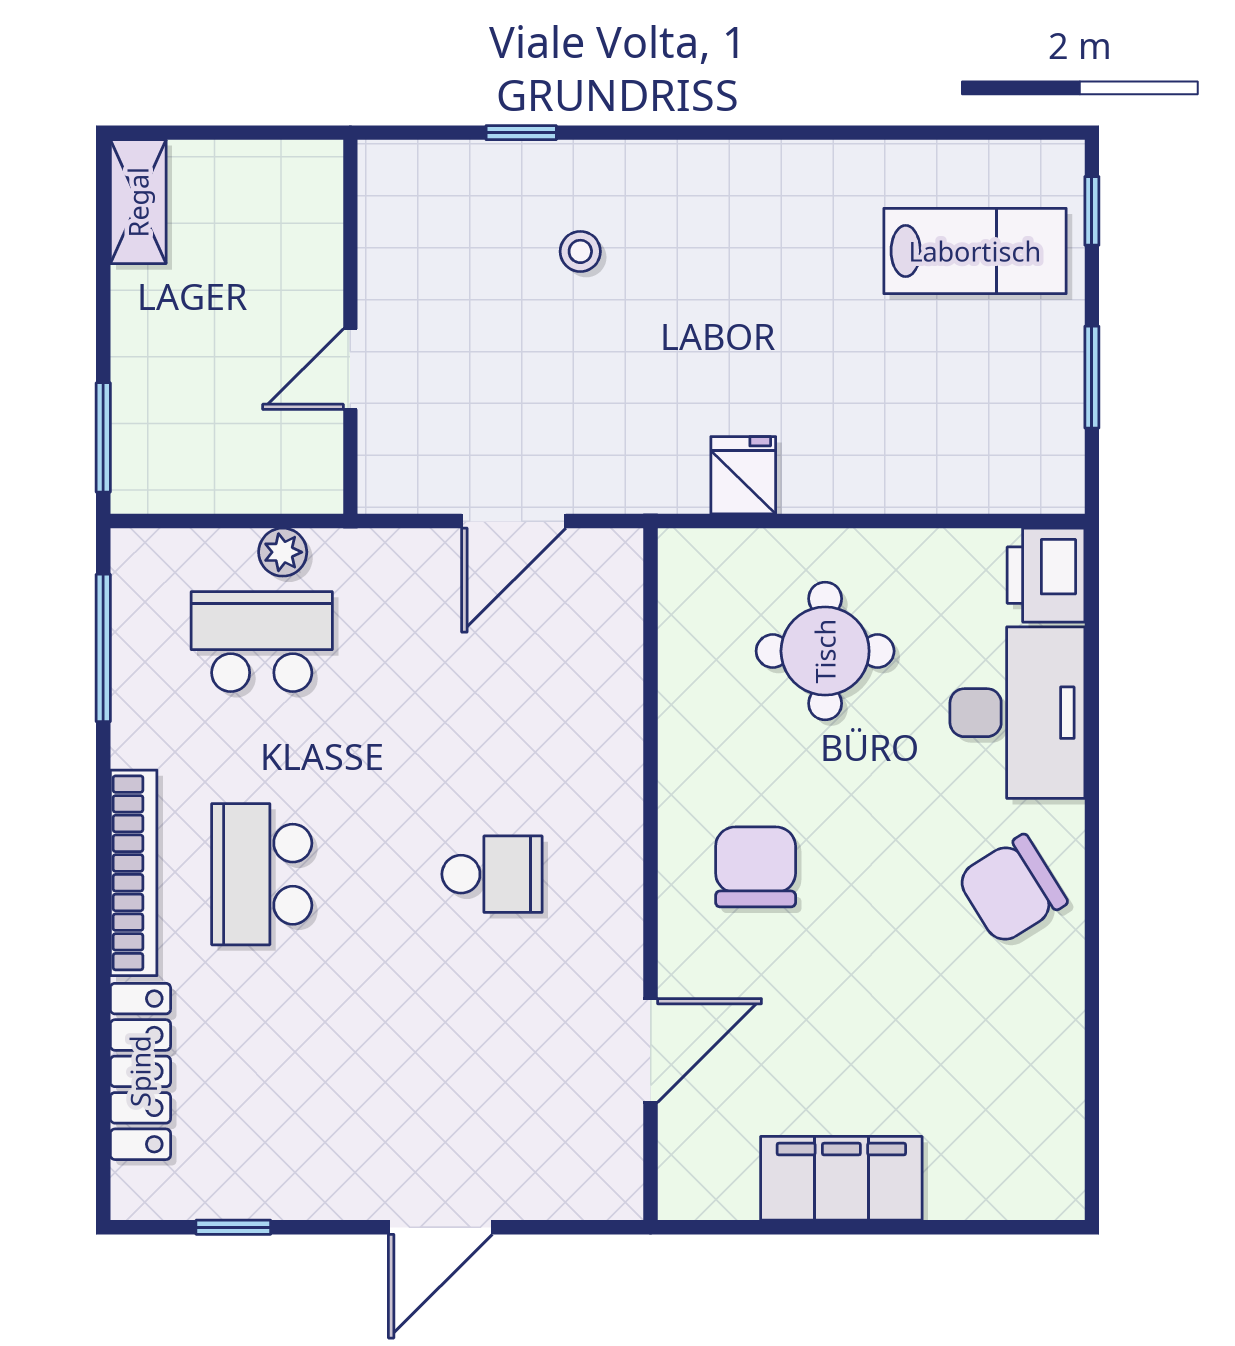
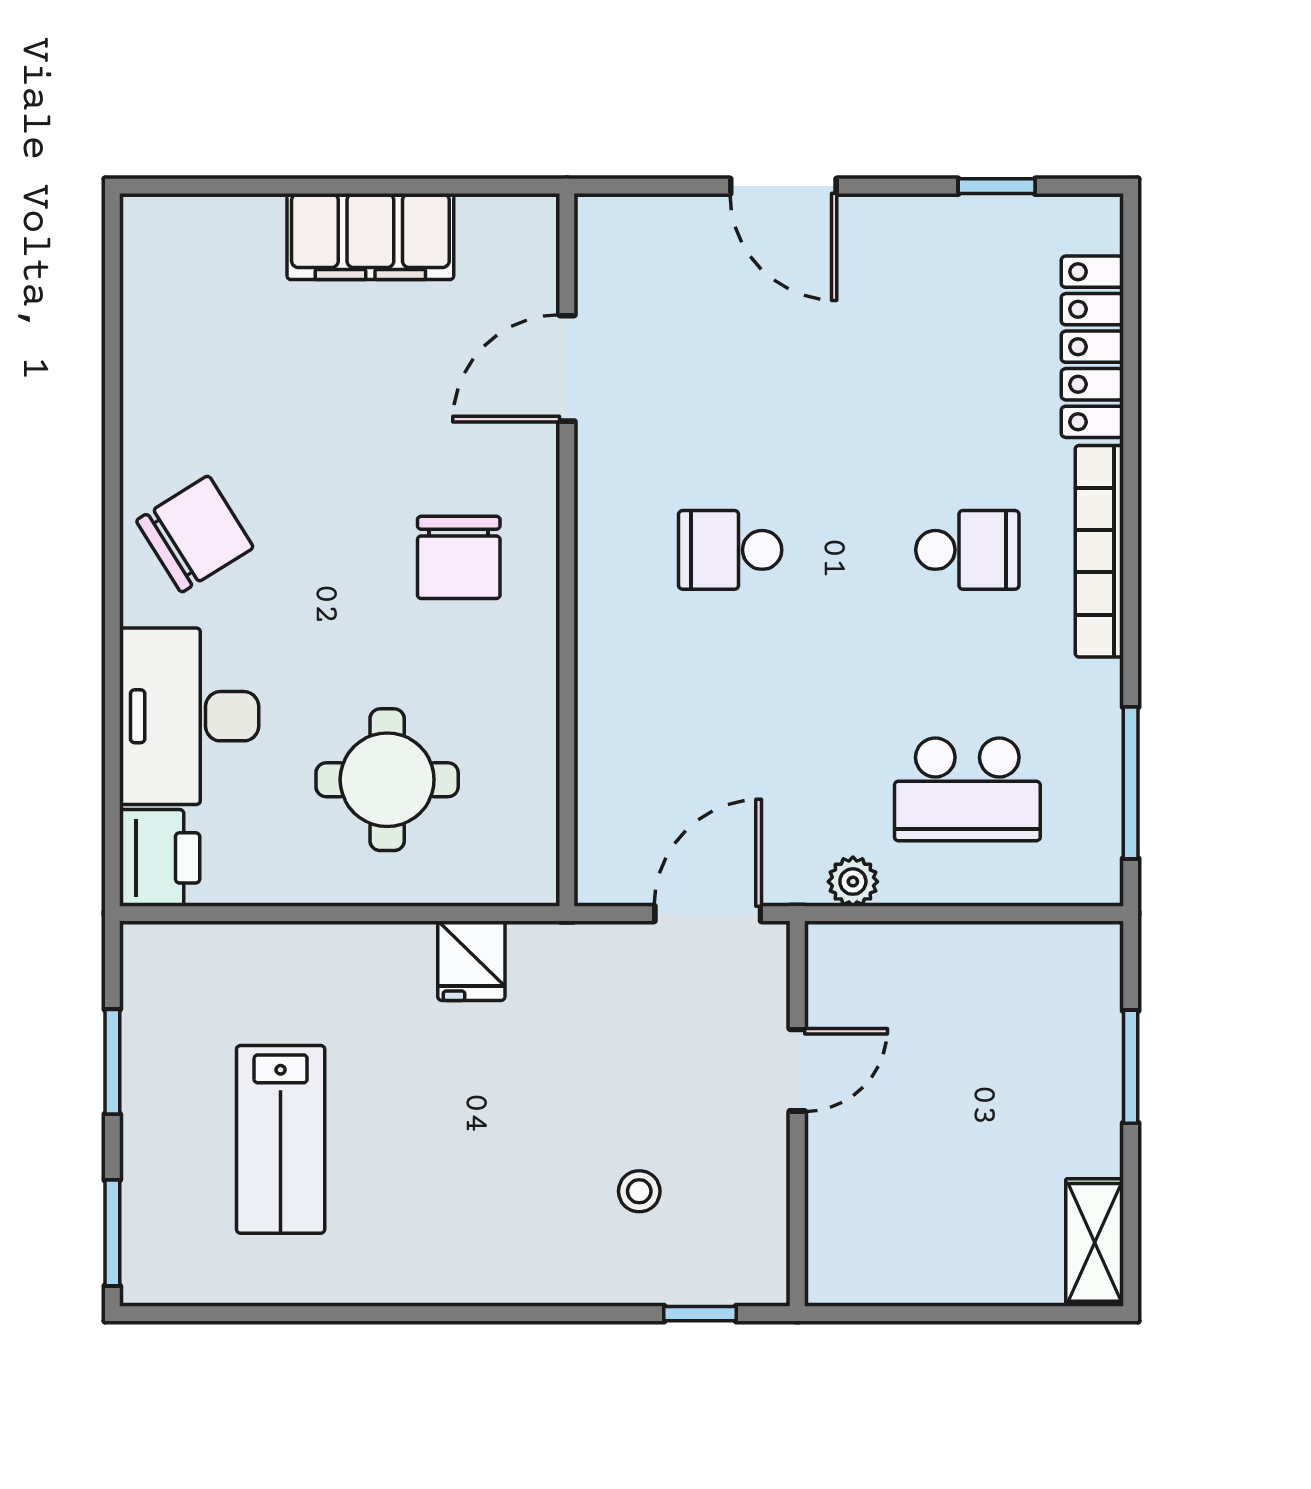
window: (1092, 211) -> (112, 1233), width x1.50
lab bench: (975, 251) -> (281, 1139), moved, turned -90
wall: (350, 327) -> (797, 1114), moved
door: (350, 369) -> (797, 1070), moved
window: (103, 437) -> (1131, 1067), moved
plant: (283, 552) -> (853, 882), moved
school desk: (262, 874) -> (967, 550), width x0.54
door: (440, 1227) -> (783, 186), swing flipped

